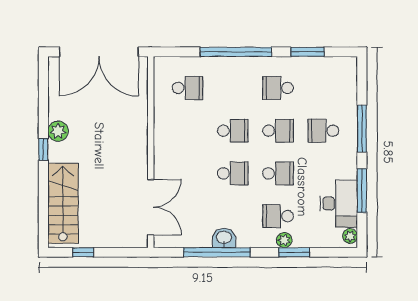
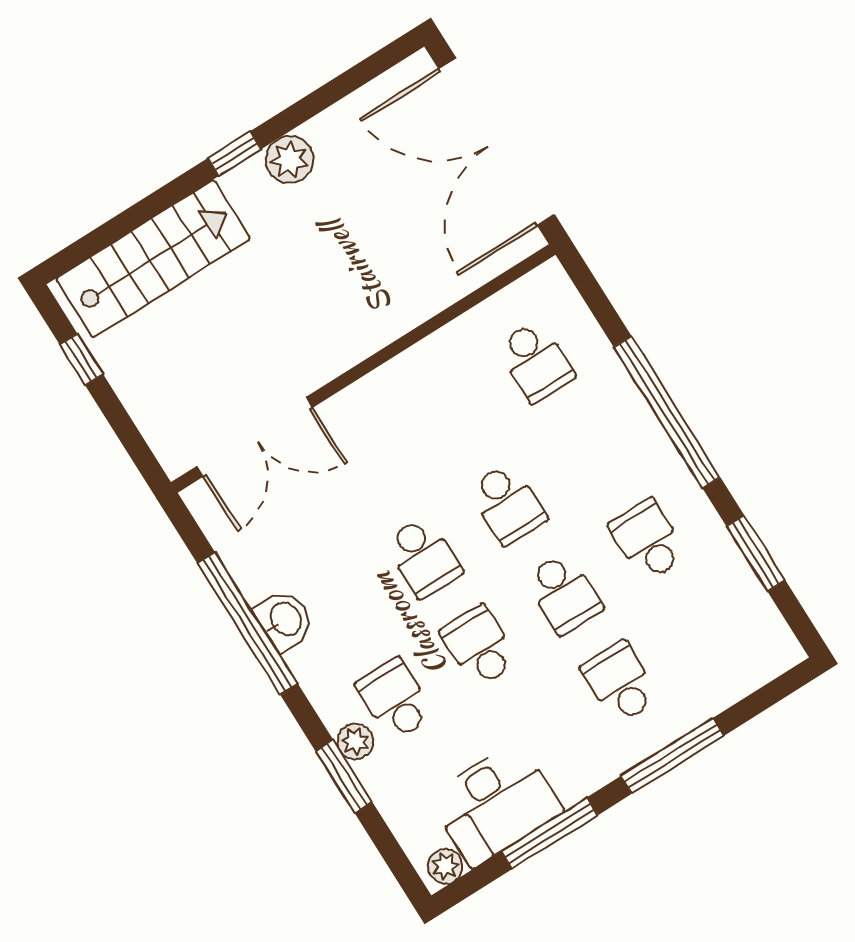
school desk: (278, 173) -> (479, 646), turned 180

